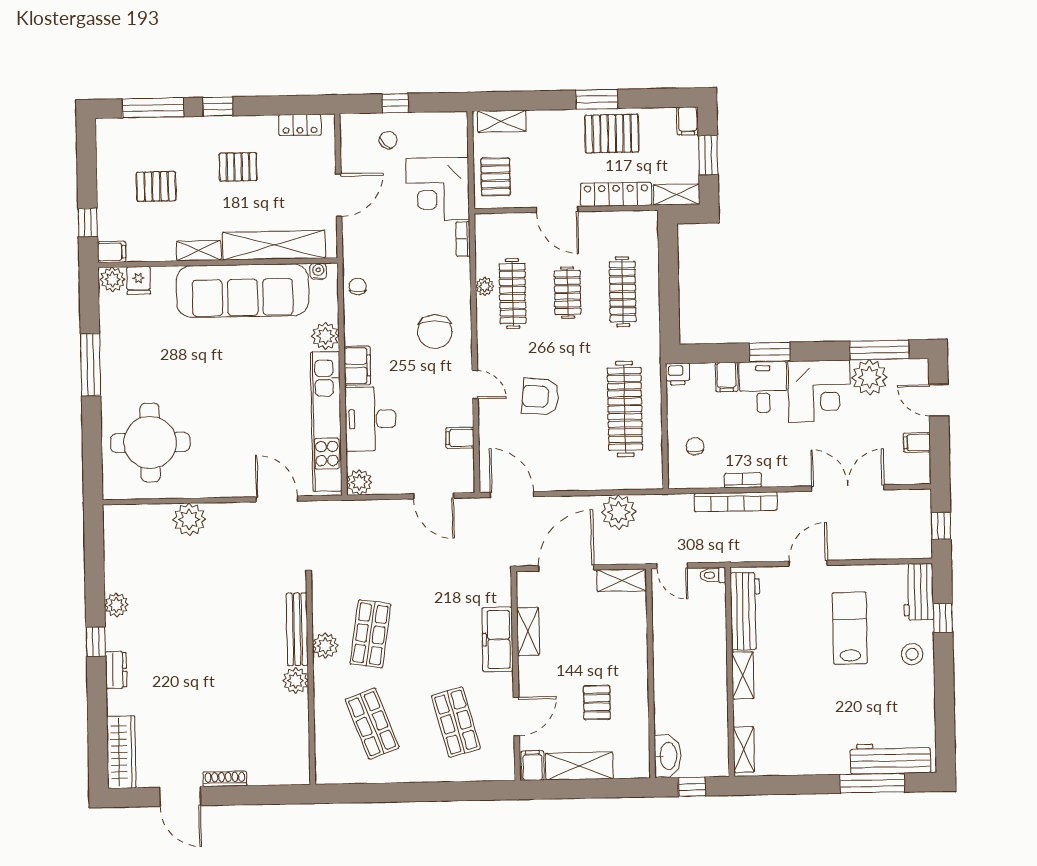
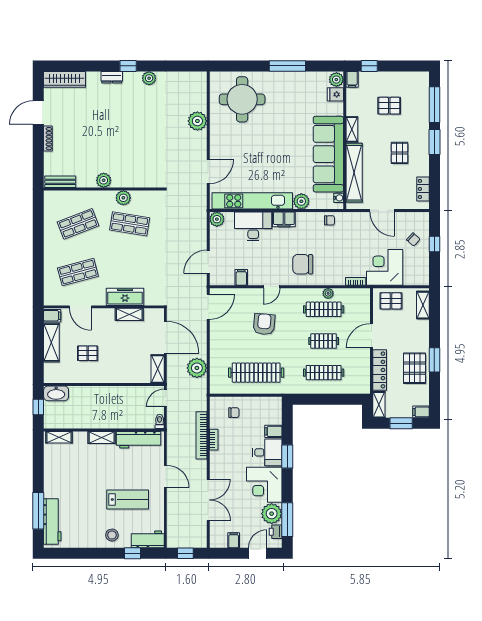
window: (218, 107) -> (434, 142), width x1.50
pallet: (156, 186) -> (389, 106), turned 90
printer: (678, 374) -> (276, 532), moved
bench: (297, 629) -> (60, 182), moved, width x0.73

